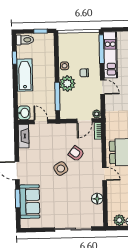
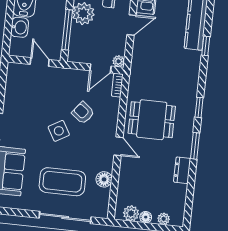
door: (102, 87) -> (132, 25), hinge flipped
washbasin: (24, 113) -> (20, 27), moved
fireplace: (24, 136) -> (13, 79), removed
coffee table: (68, 204) -> (62, 182), added

